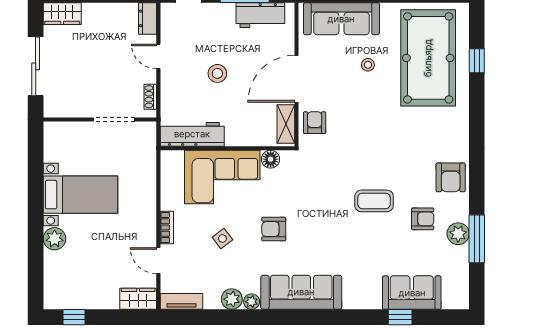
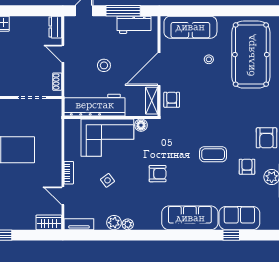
workbench: (192, 134) -> (95, 105), width x1.36, depth x1.32
armchair: (423, 219) -> (247, 167), turned -90
armchair: (274, 229) -> (158, 174), moved, turned 180
sofa: (301, 292) -> (190, 218), moved

